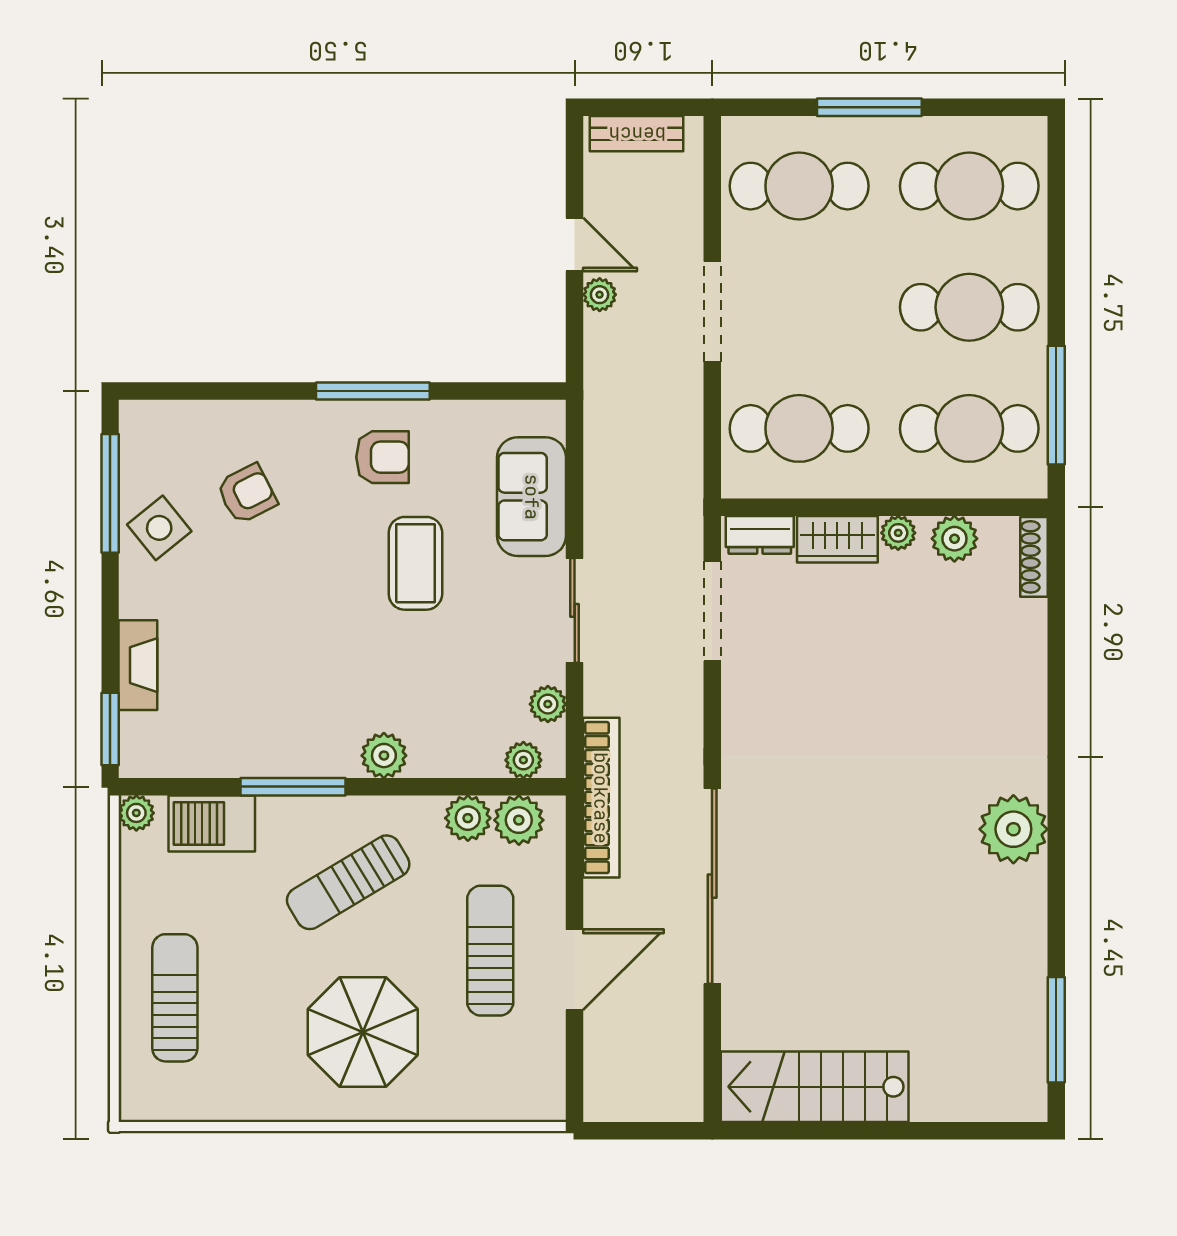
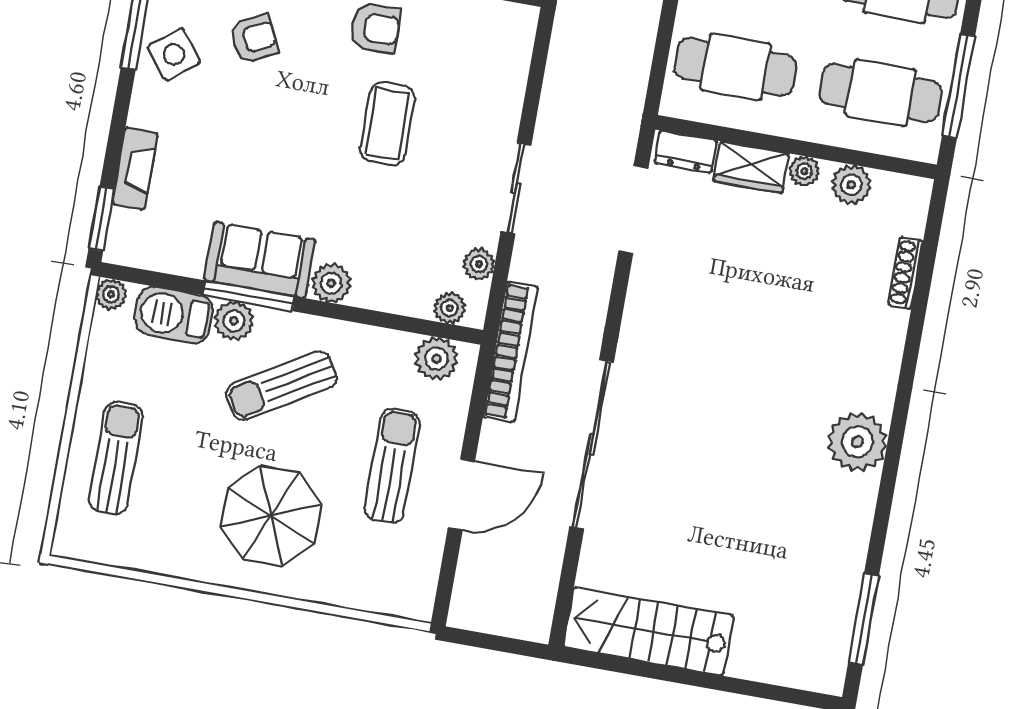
sofa: (532, 497) -> (260, 260), moved, turned 90
shoe rack: (1034, 557) -> (906, 273), moved
plant: (468, 818) -> (234, 321), moved

